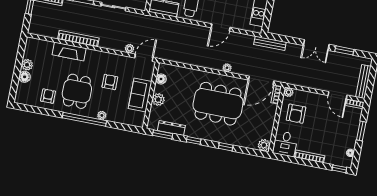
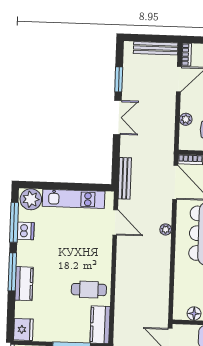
door: (221, 28) -> (115, 222), moved
plant: (289, 92) -> (186, 119), moved

